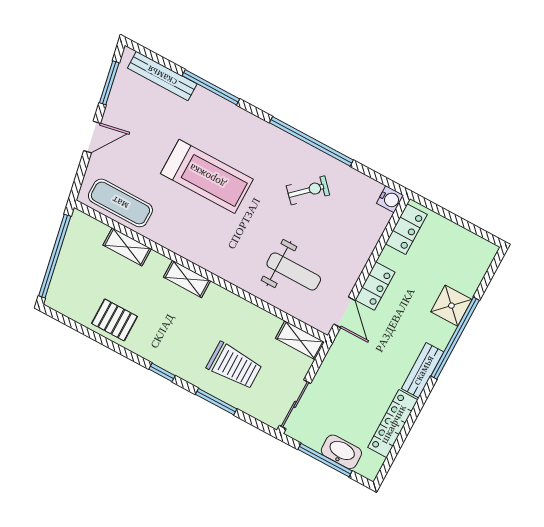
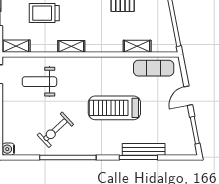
bench: (162, 76) -> (144, 149), moved
exercise bike: (308, 190) -> (55, 130), width x1.38, depth x1.39
shelving: (187, 279) -> (71, 46), moved

